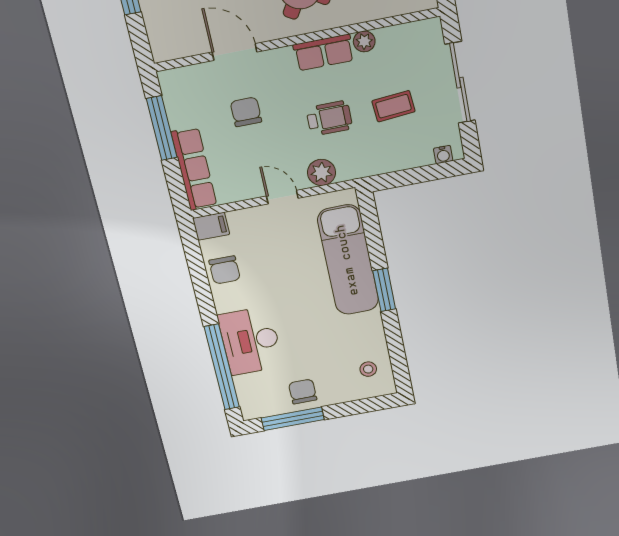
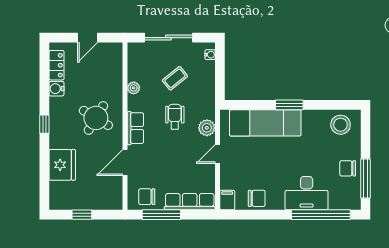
row of seats: (324, 52) -> (135, 128), moved
coffee table: (393, 106) -> (175, 78), turned 56
chair: (246, 112) -> (147, 197), moved
stool: (368, 369) -> (341, 125), width x1.89, depth x1.89

